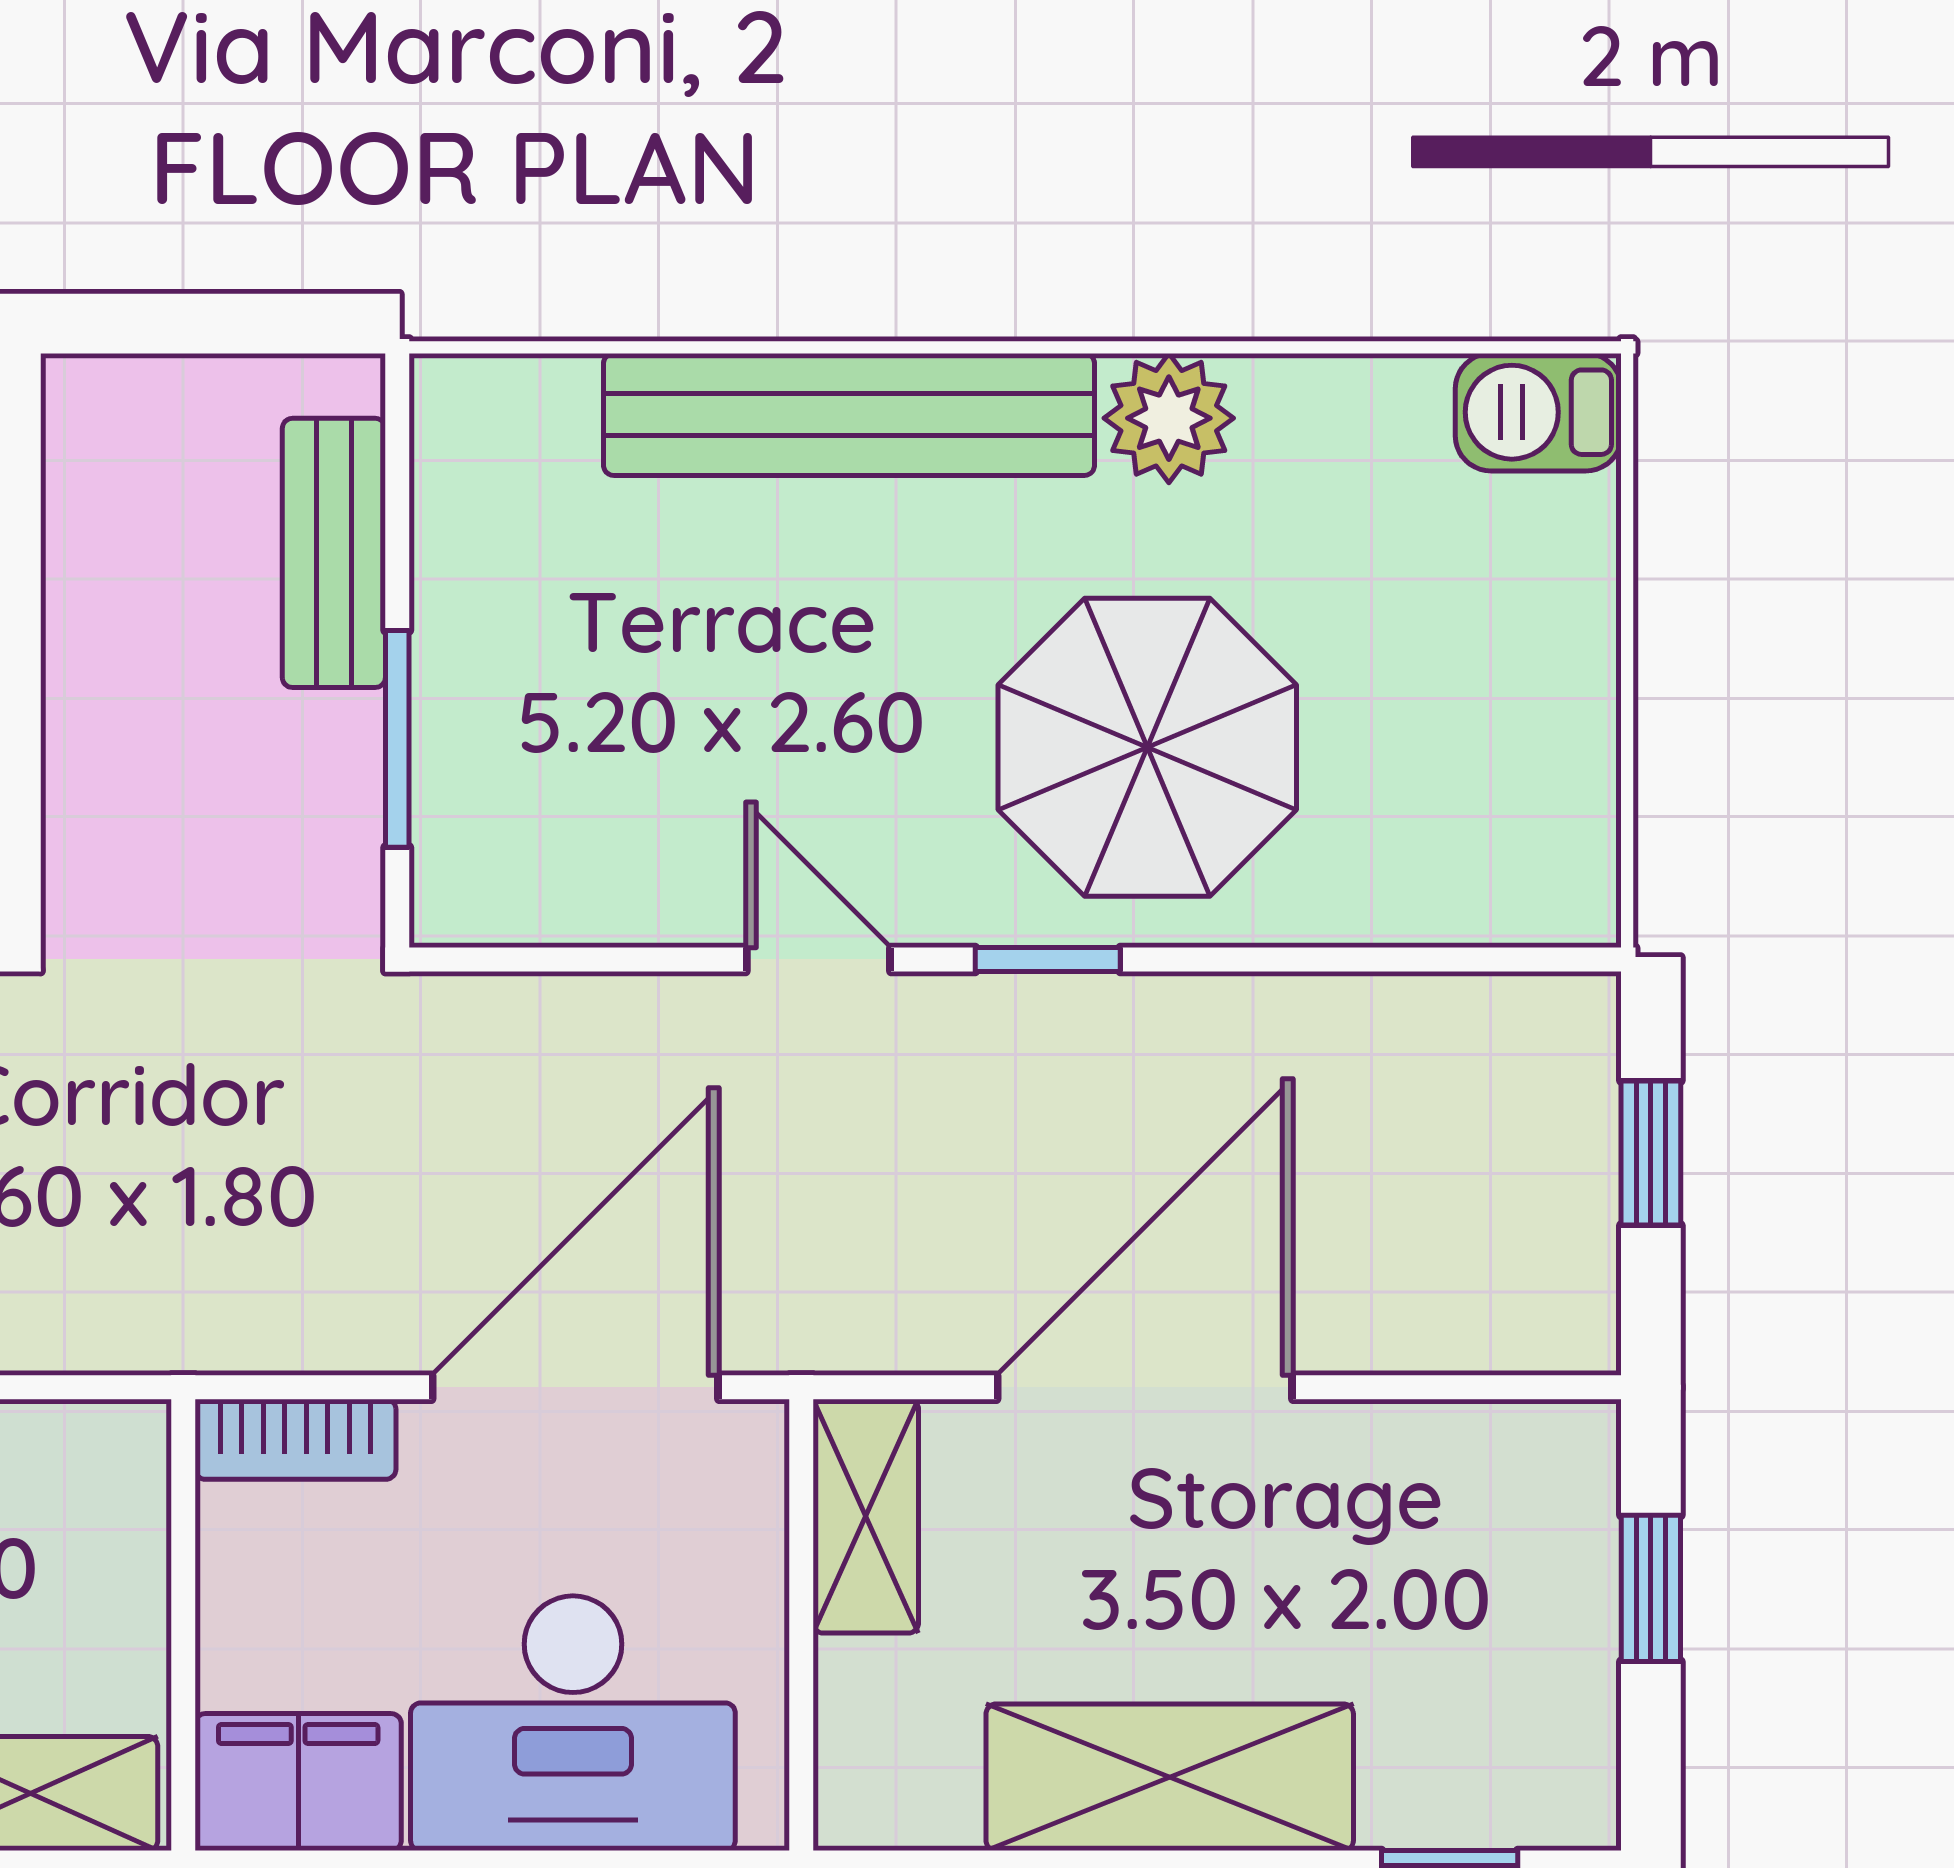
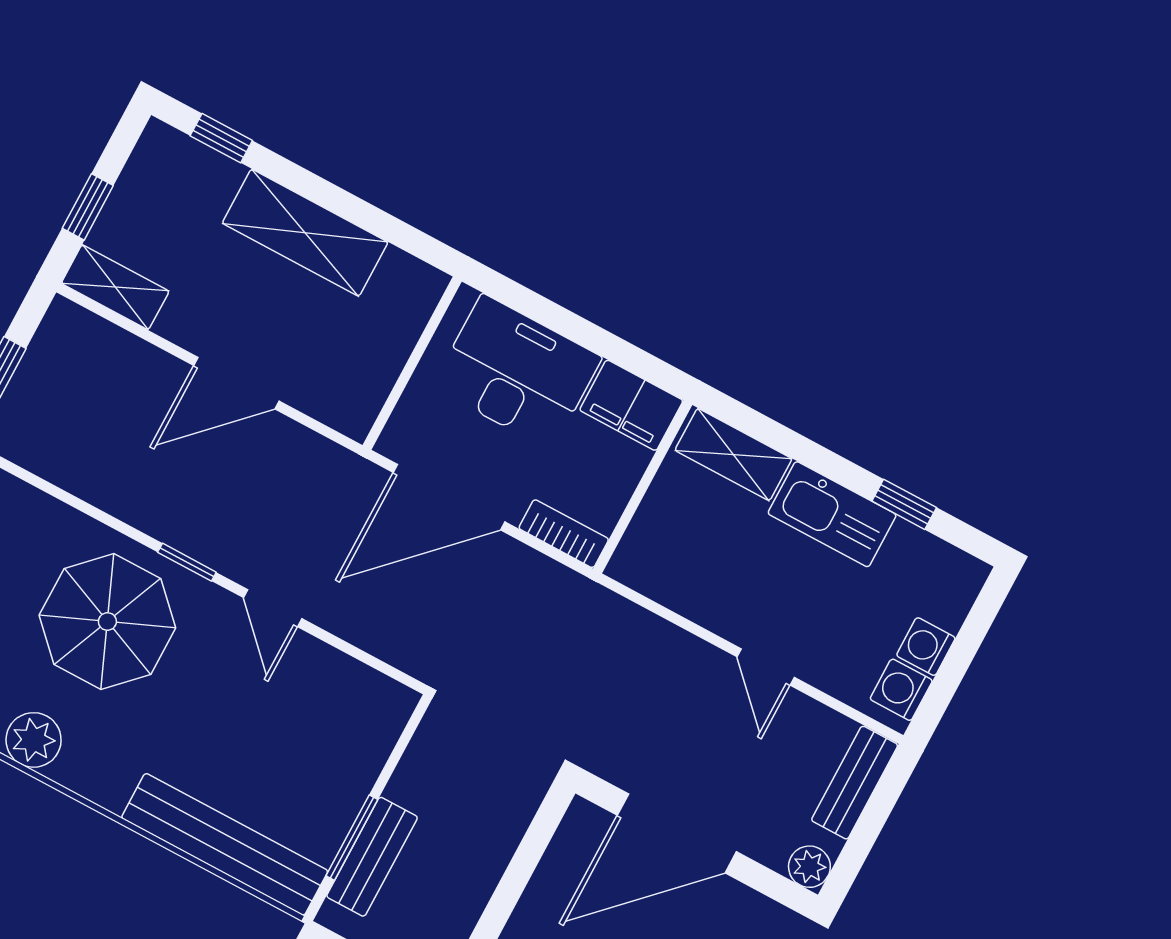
bench: (849, 414) -> (225, 844), moved
window: (397, 739) -> (352, 838), moved
door: (1145, 1387) -> (236, 383), width x0.73
shelving: (866, 1516) -> (115, 287), moved, turned 90

